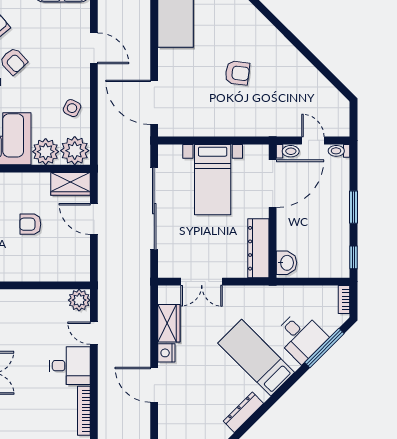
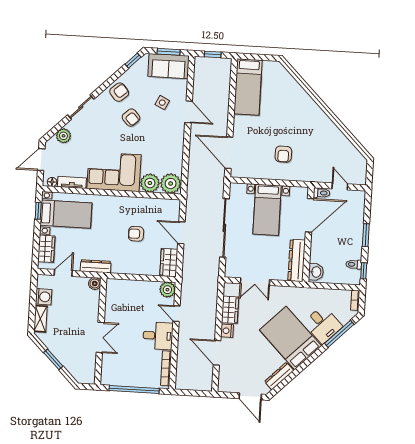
armchair: (237, 73) -> (283, 154), moved, turned 83
side table: (72, 108) -> (162, 103), moved
toilet: (339, 151) -> (354, 264), moved
wardrobe: (70, 184) -> (169, 263), moved, turned 90
bed: (256, 358) -> (290, 338), width x1.50

